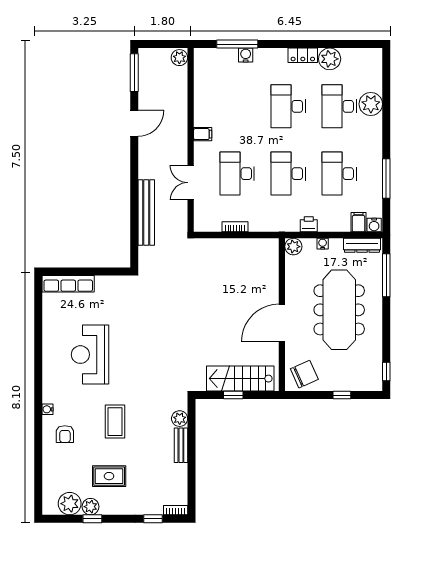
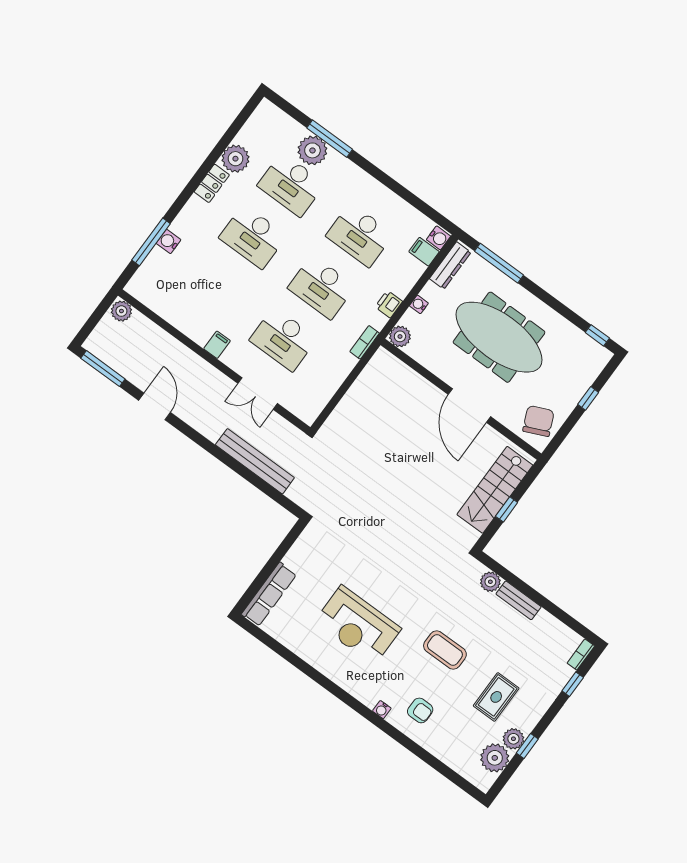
window: (386, 179) -> (330, 139), moved
bookcase: (235, 227) -> (365, 342), moved

